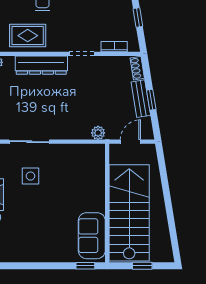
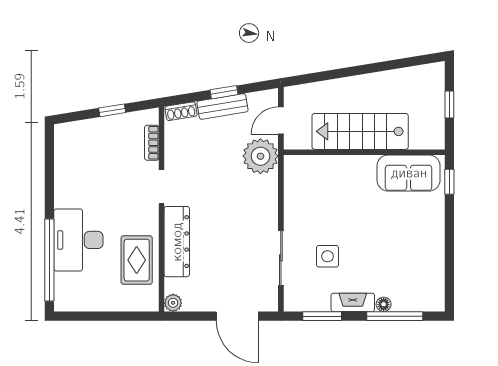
plant: (98, 133) -> (260, 156), width x1.87, depth x1.87
door: (130, 142) -> (281, 120), hinge flipped
stairs: (129, 213) -> (360, 131), width x0.73, depth x0.66

